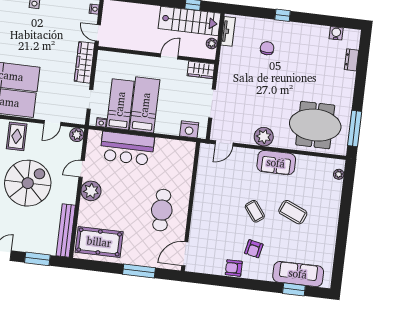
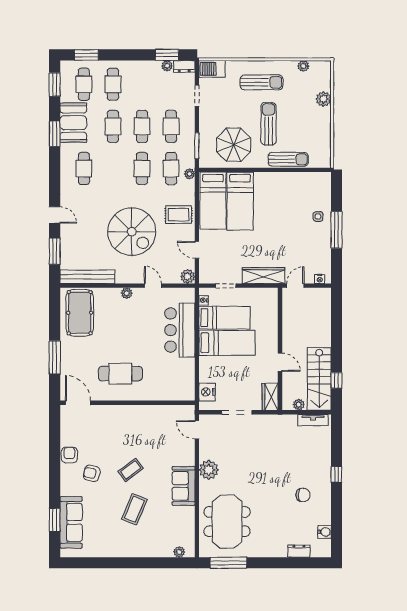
chair: (267, 48) -> (303, 495), moved
plant: (91, 191) -> (127, 293), width x0.53, depth x0.53

